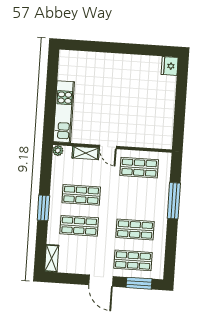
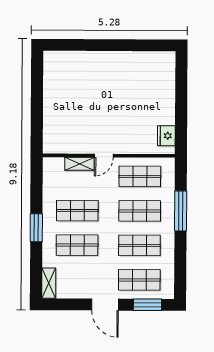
fridge: (170, 66) -> (166, 136), moved
kitchen unit: (64, 112) -> (52, 119), removed
door: (108, 147) -> (104, 156), hinge flipped
plant: (58, 151) -> (48, 163), removed
shop shelf: (137, 199) -> (140, 211), added

